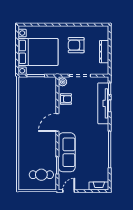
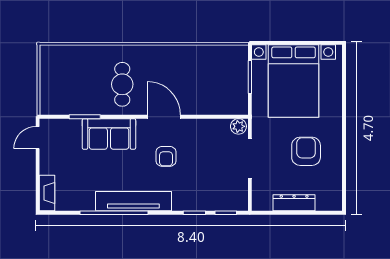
armchair: (66, 99) -> (166, 156), moved
tv unit: (103, 103) -> (133, 201), moved
sofa: (67, 152) -> (109, 134), width x0.73
cafe table: (41, 175) -> (122, 84), moved
door: (69, 191) -> (38, 138), swing flipped

